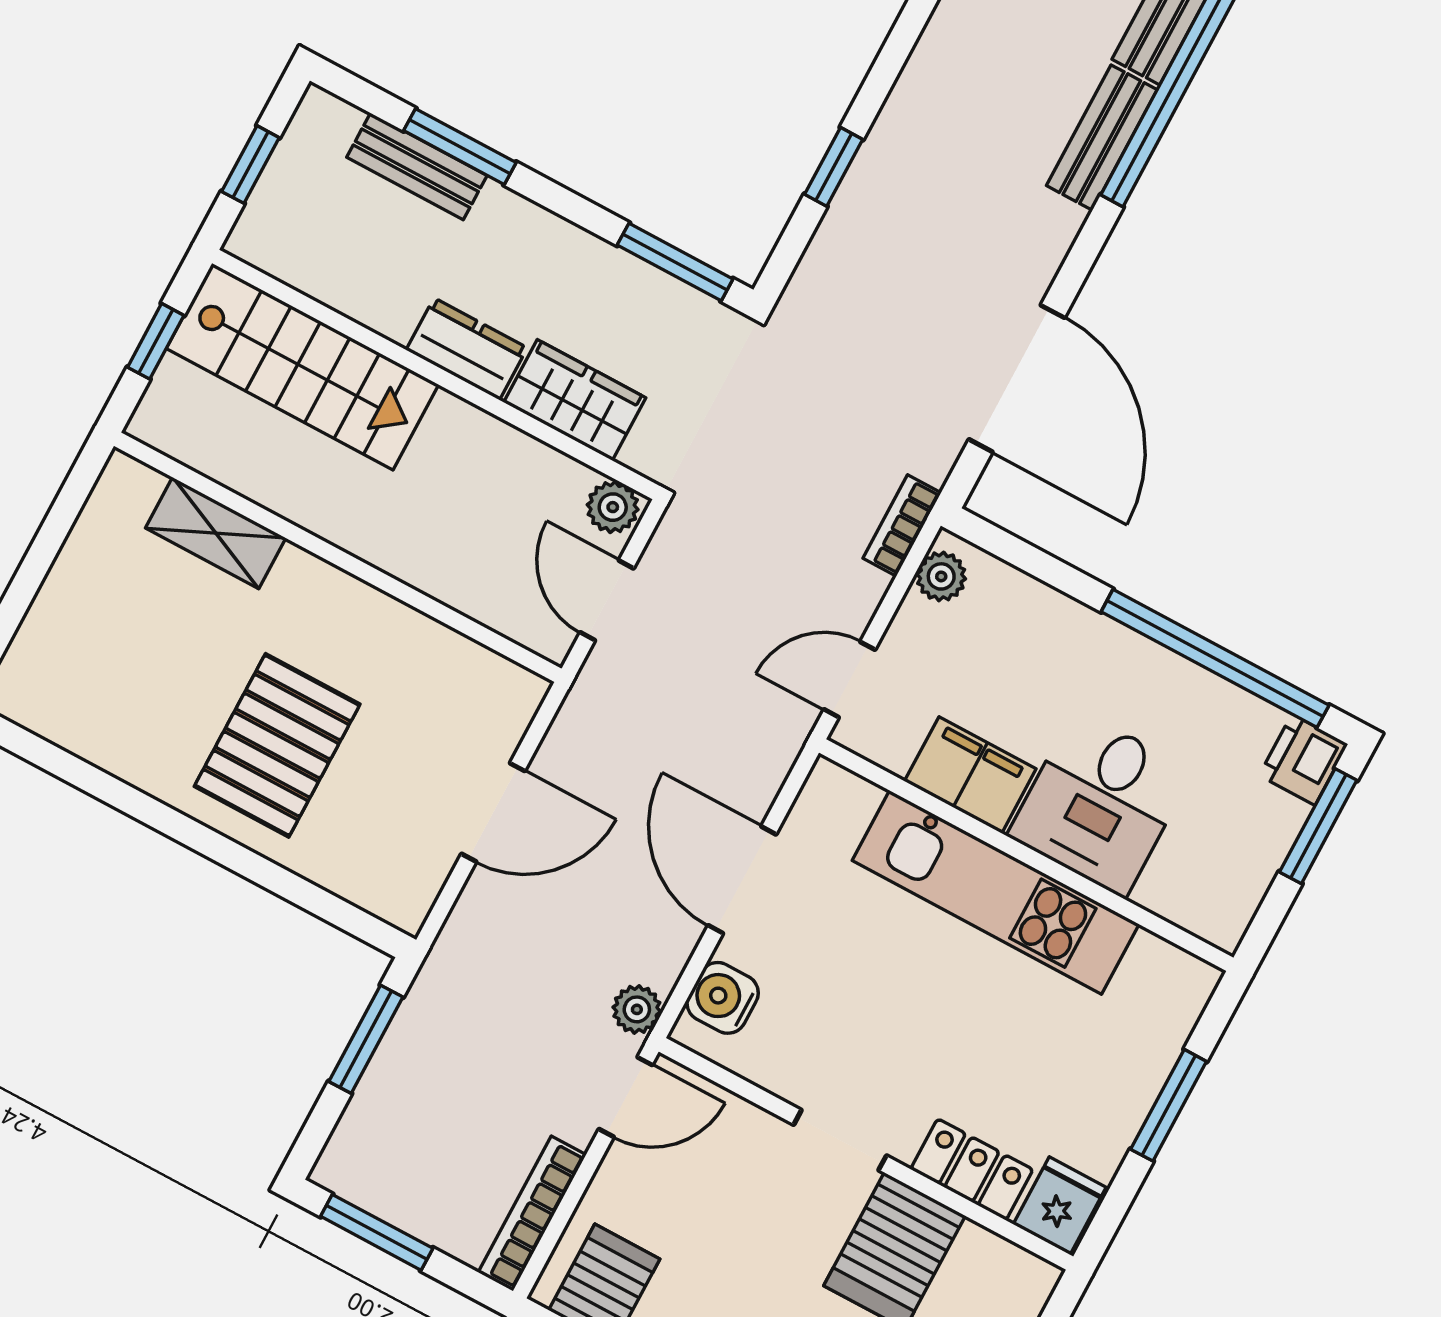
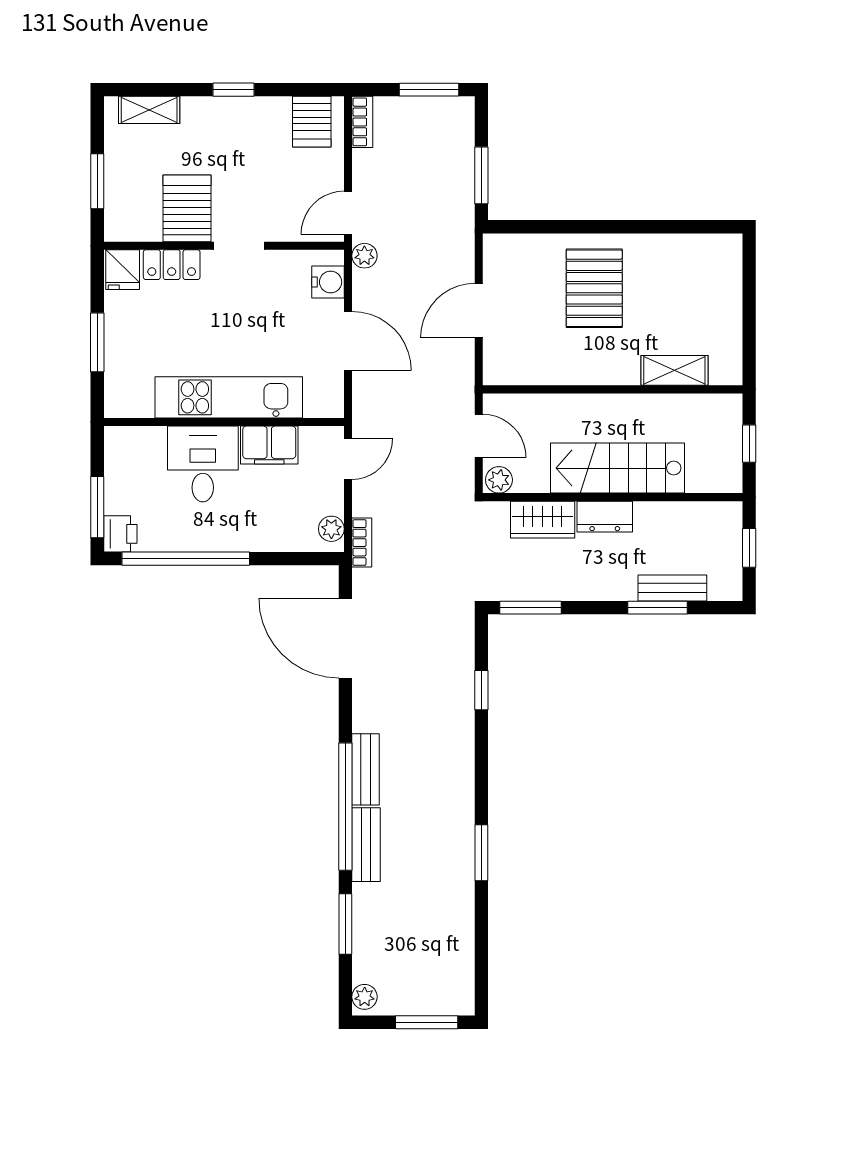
stairs: (302, 367) -> (618, 468), moved
bookcase: (532, 1213) -> (362, 122), width x0.64

